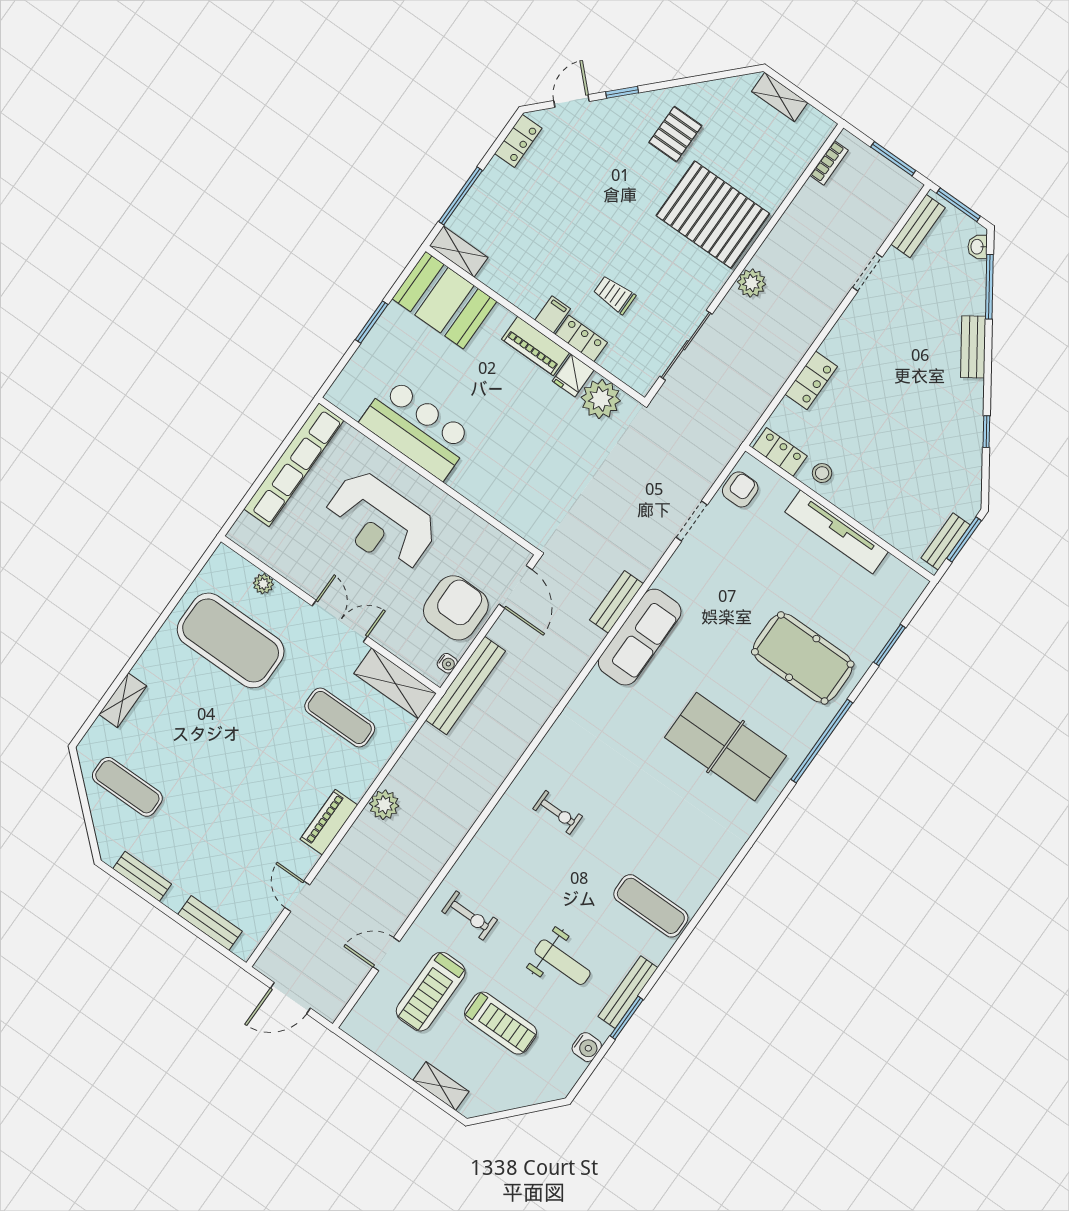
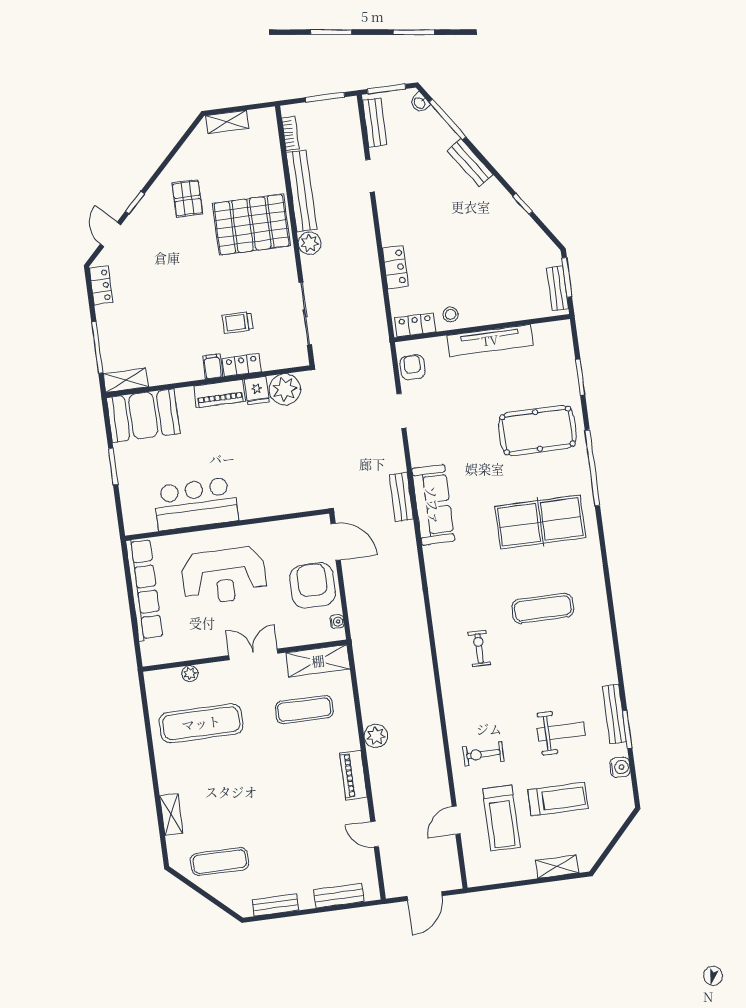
exercise mat: (231, 640) -> (201, 723), width x0.68
bench: (466, 685) -> (301, 191), moved
exercise bike: (558, 812) -> (479, 648), turned -90
exercise mat: (651, 906) -> (543, 608), moved
exercise bike: (470, 916) -> (483, 754), turned 180

